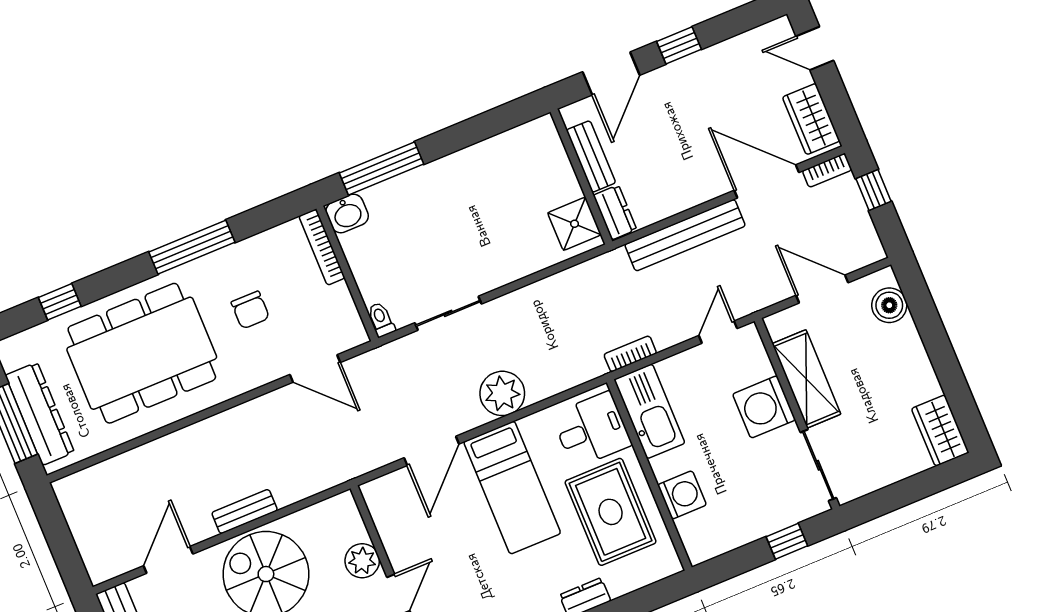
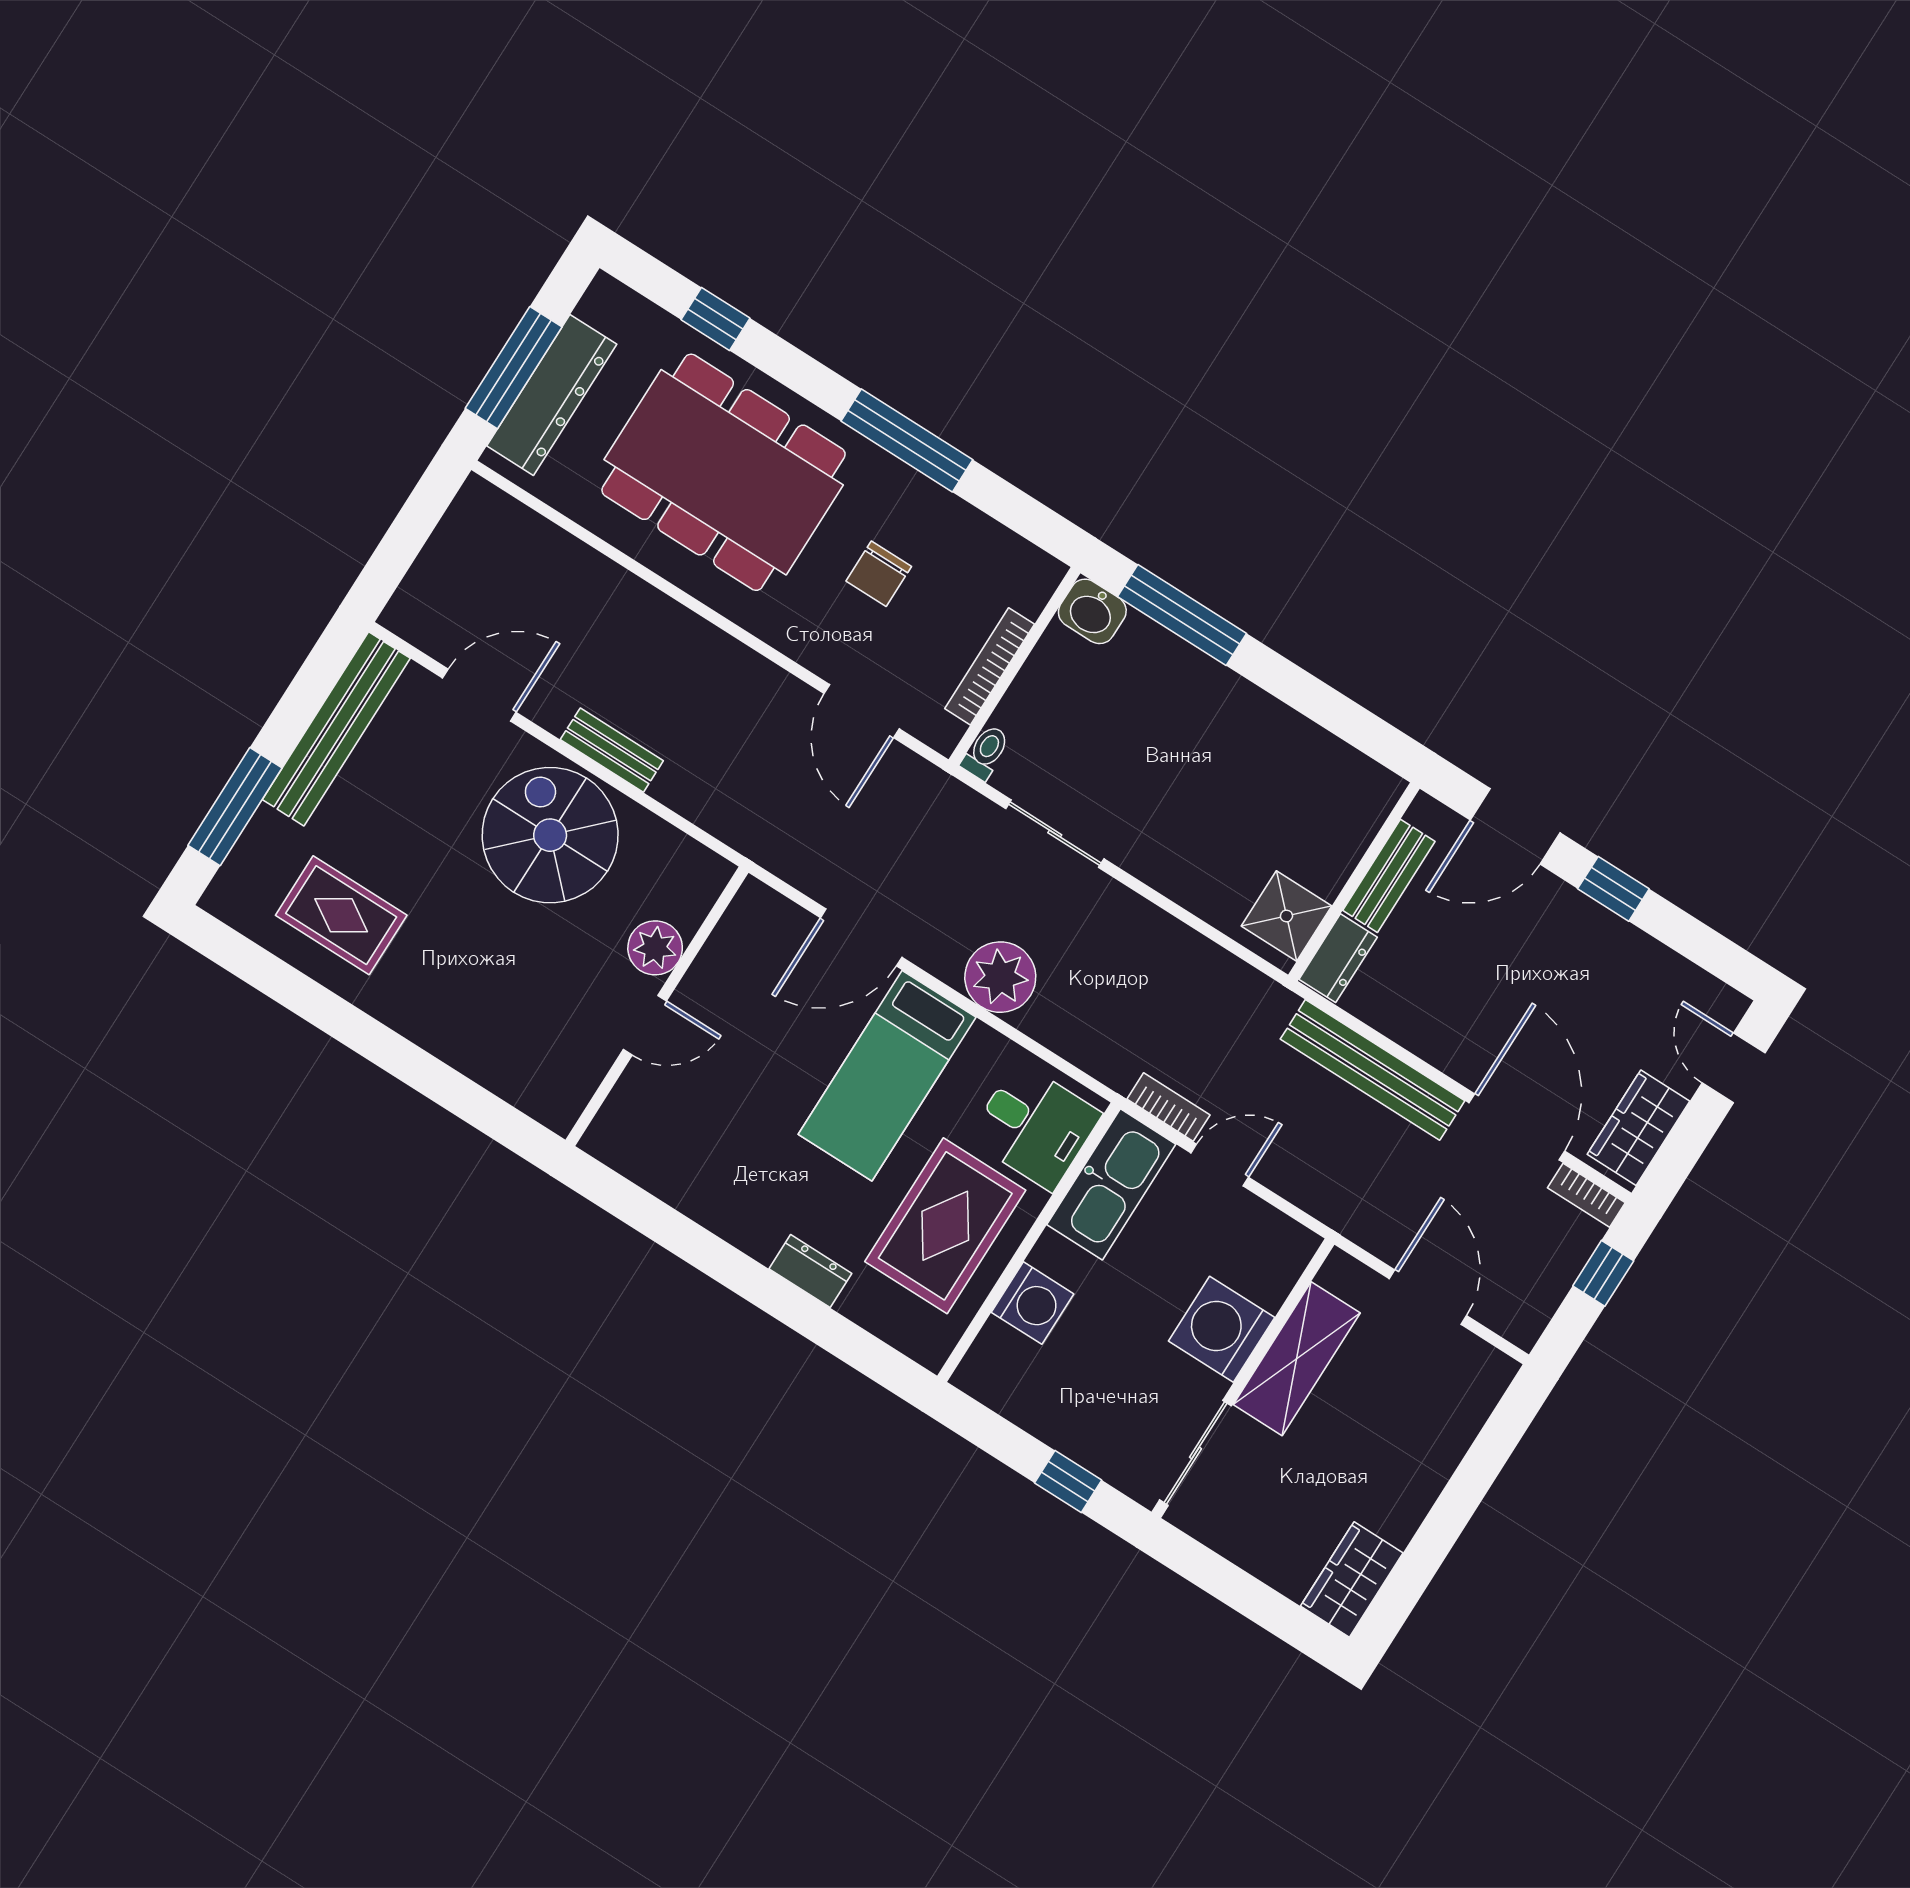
bookcase: (322, 247) -> (990, 666), moved
boiler: (889, 305) -> (1468, 1399), removed
door: (718, 332) -> (1220, 1165), moved

